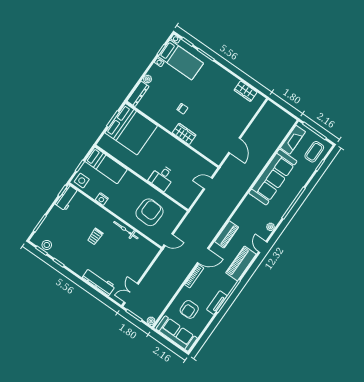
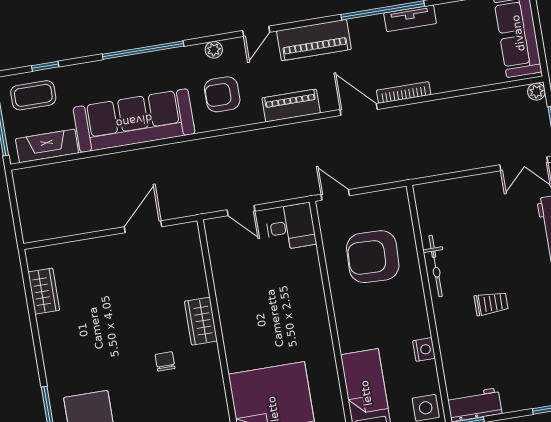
desk: (162, 178) -> (291, 227), moved
door: (169, 240) -> (335, 195), moved
armchair: (189, 309) -> (222, 94), moved, turned 180

